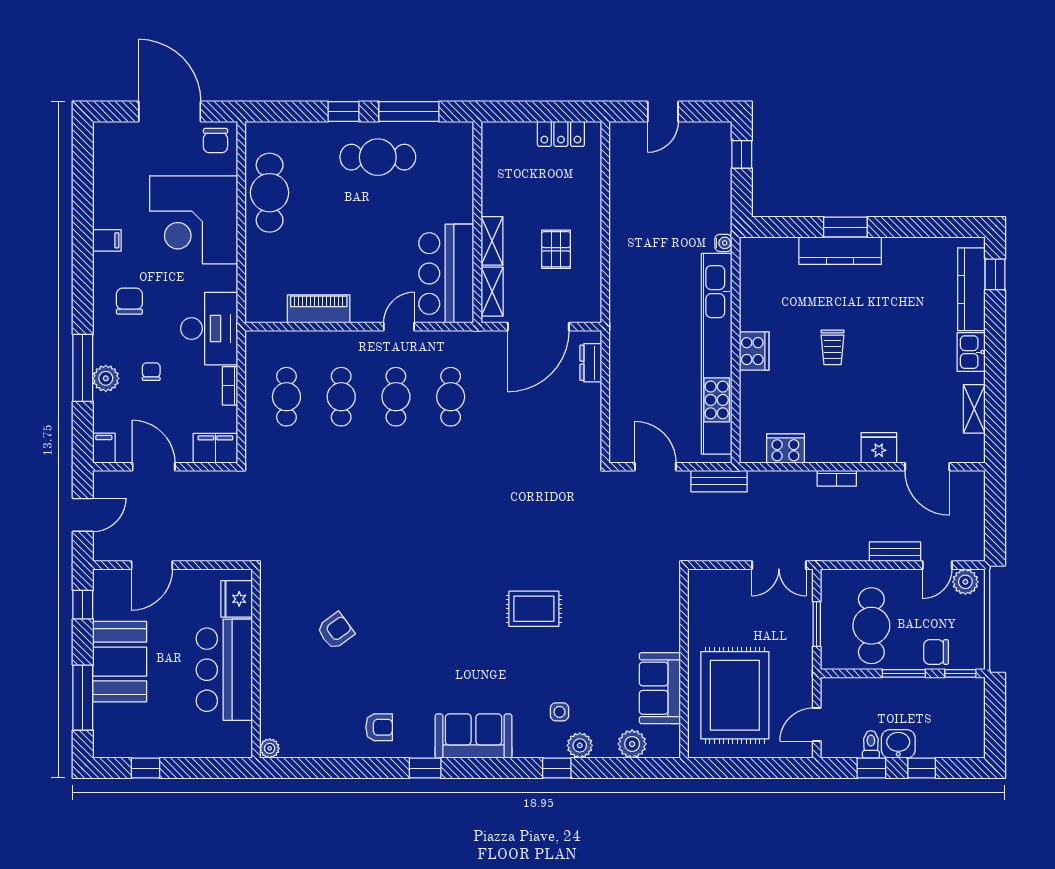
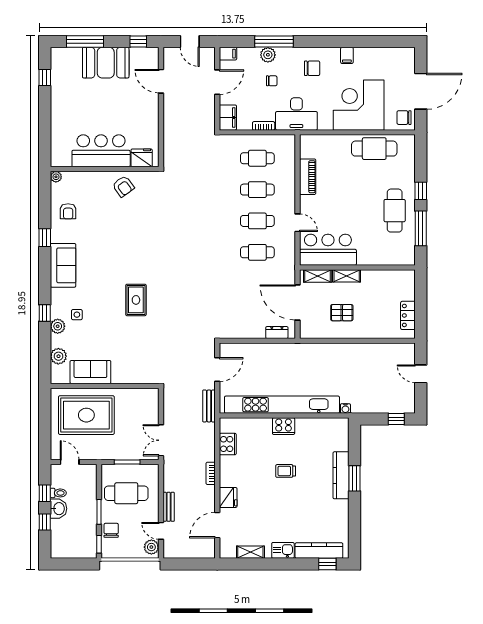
fridge: (237, 599) -> (142, 158), moved
wall: (256, 664) -> (105, 169), moved
bar counter: (224, 670) -> (101, 151), moved
plant: (270, 748) -> (56, 177), moved

